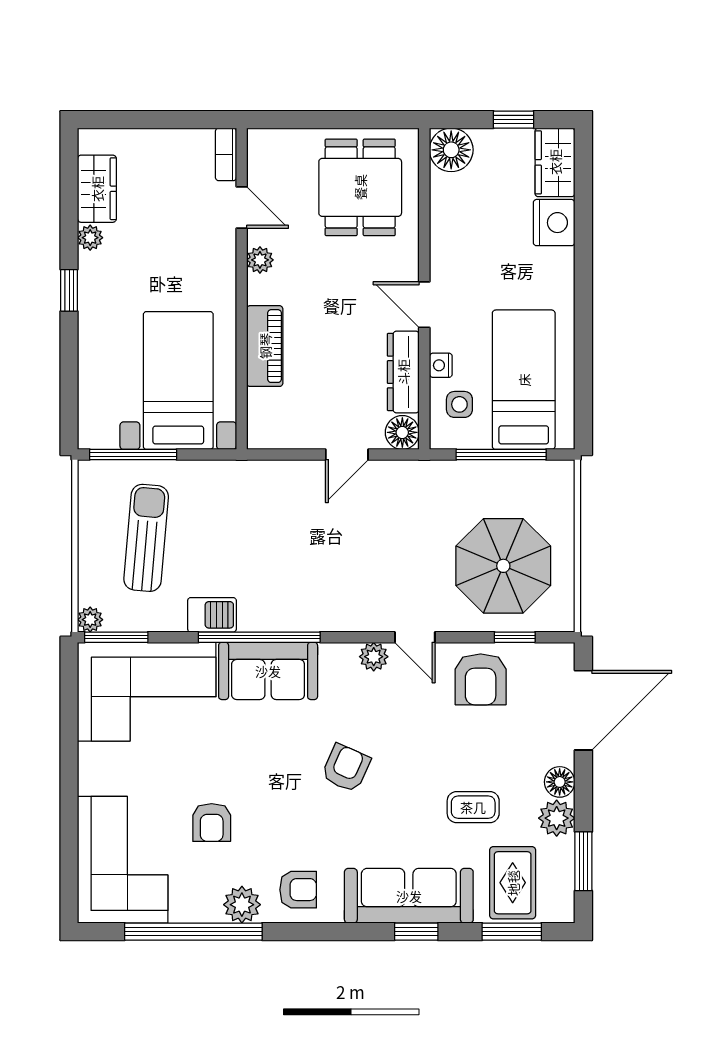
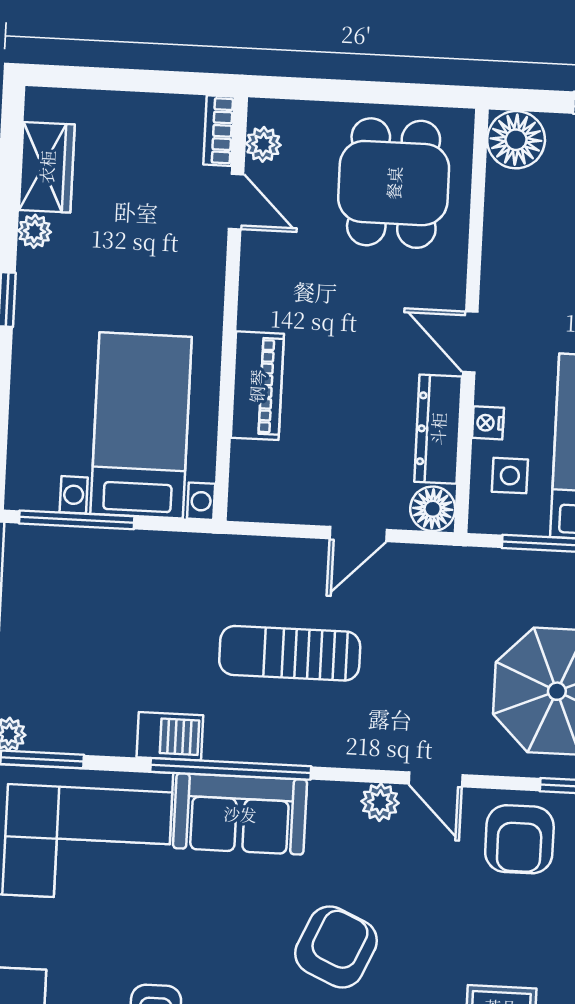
plant: (260, 260) -> (263, 144), moved
sun lounger: (146, 538) -> (290, 653), moved, turned -95
armchair: (346, 768) -> (336, 947), width x1.38, depth x1.38

